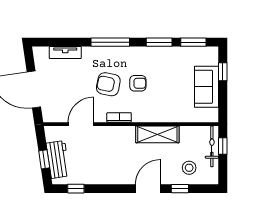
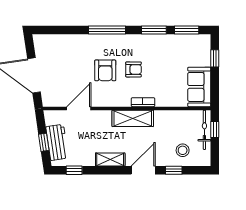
tv unit: (65, 53) -> (64, 40), removed
armchair: (108, 84) -> (105, 70), turned -101
sofa: (207, 87) -> (199, 87), moved
bookcase: (119, 117) -> (143, 102), moved
shelving: (157, 134) -> (133, 118), moved
shelving: (113, 177) -> (110, 160), added

